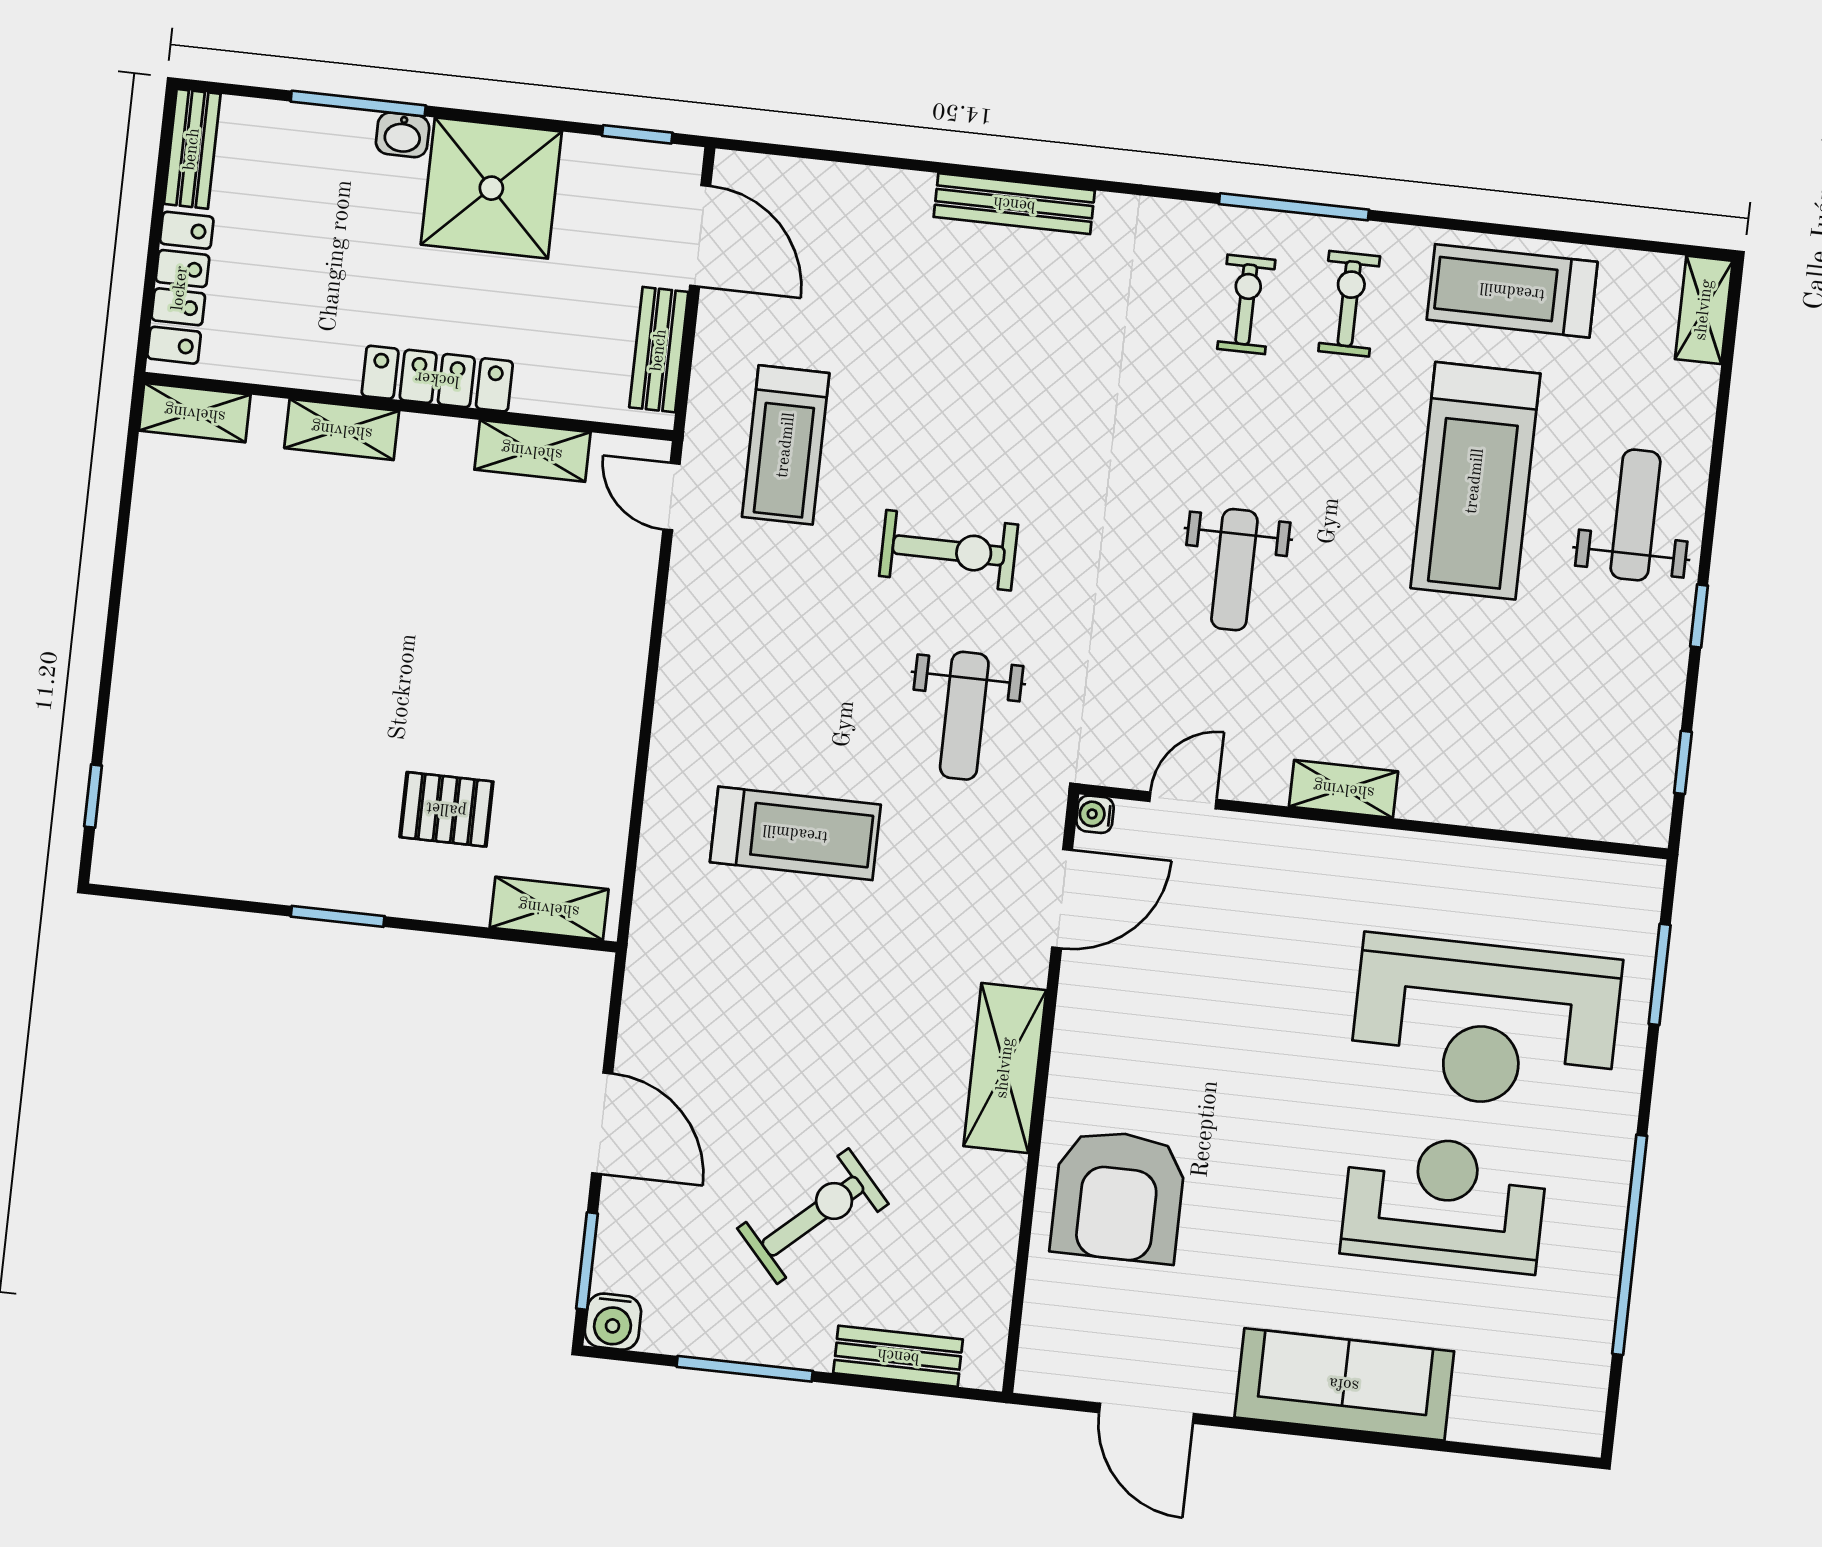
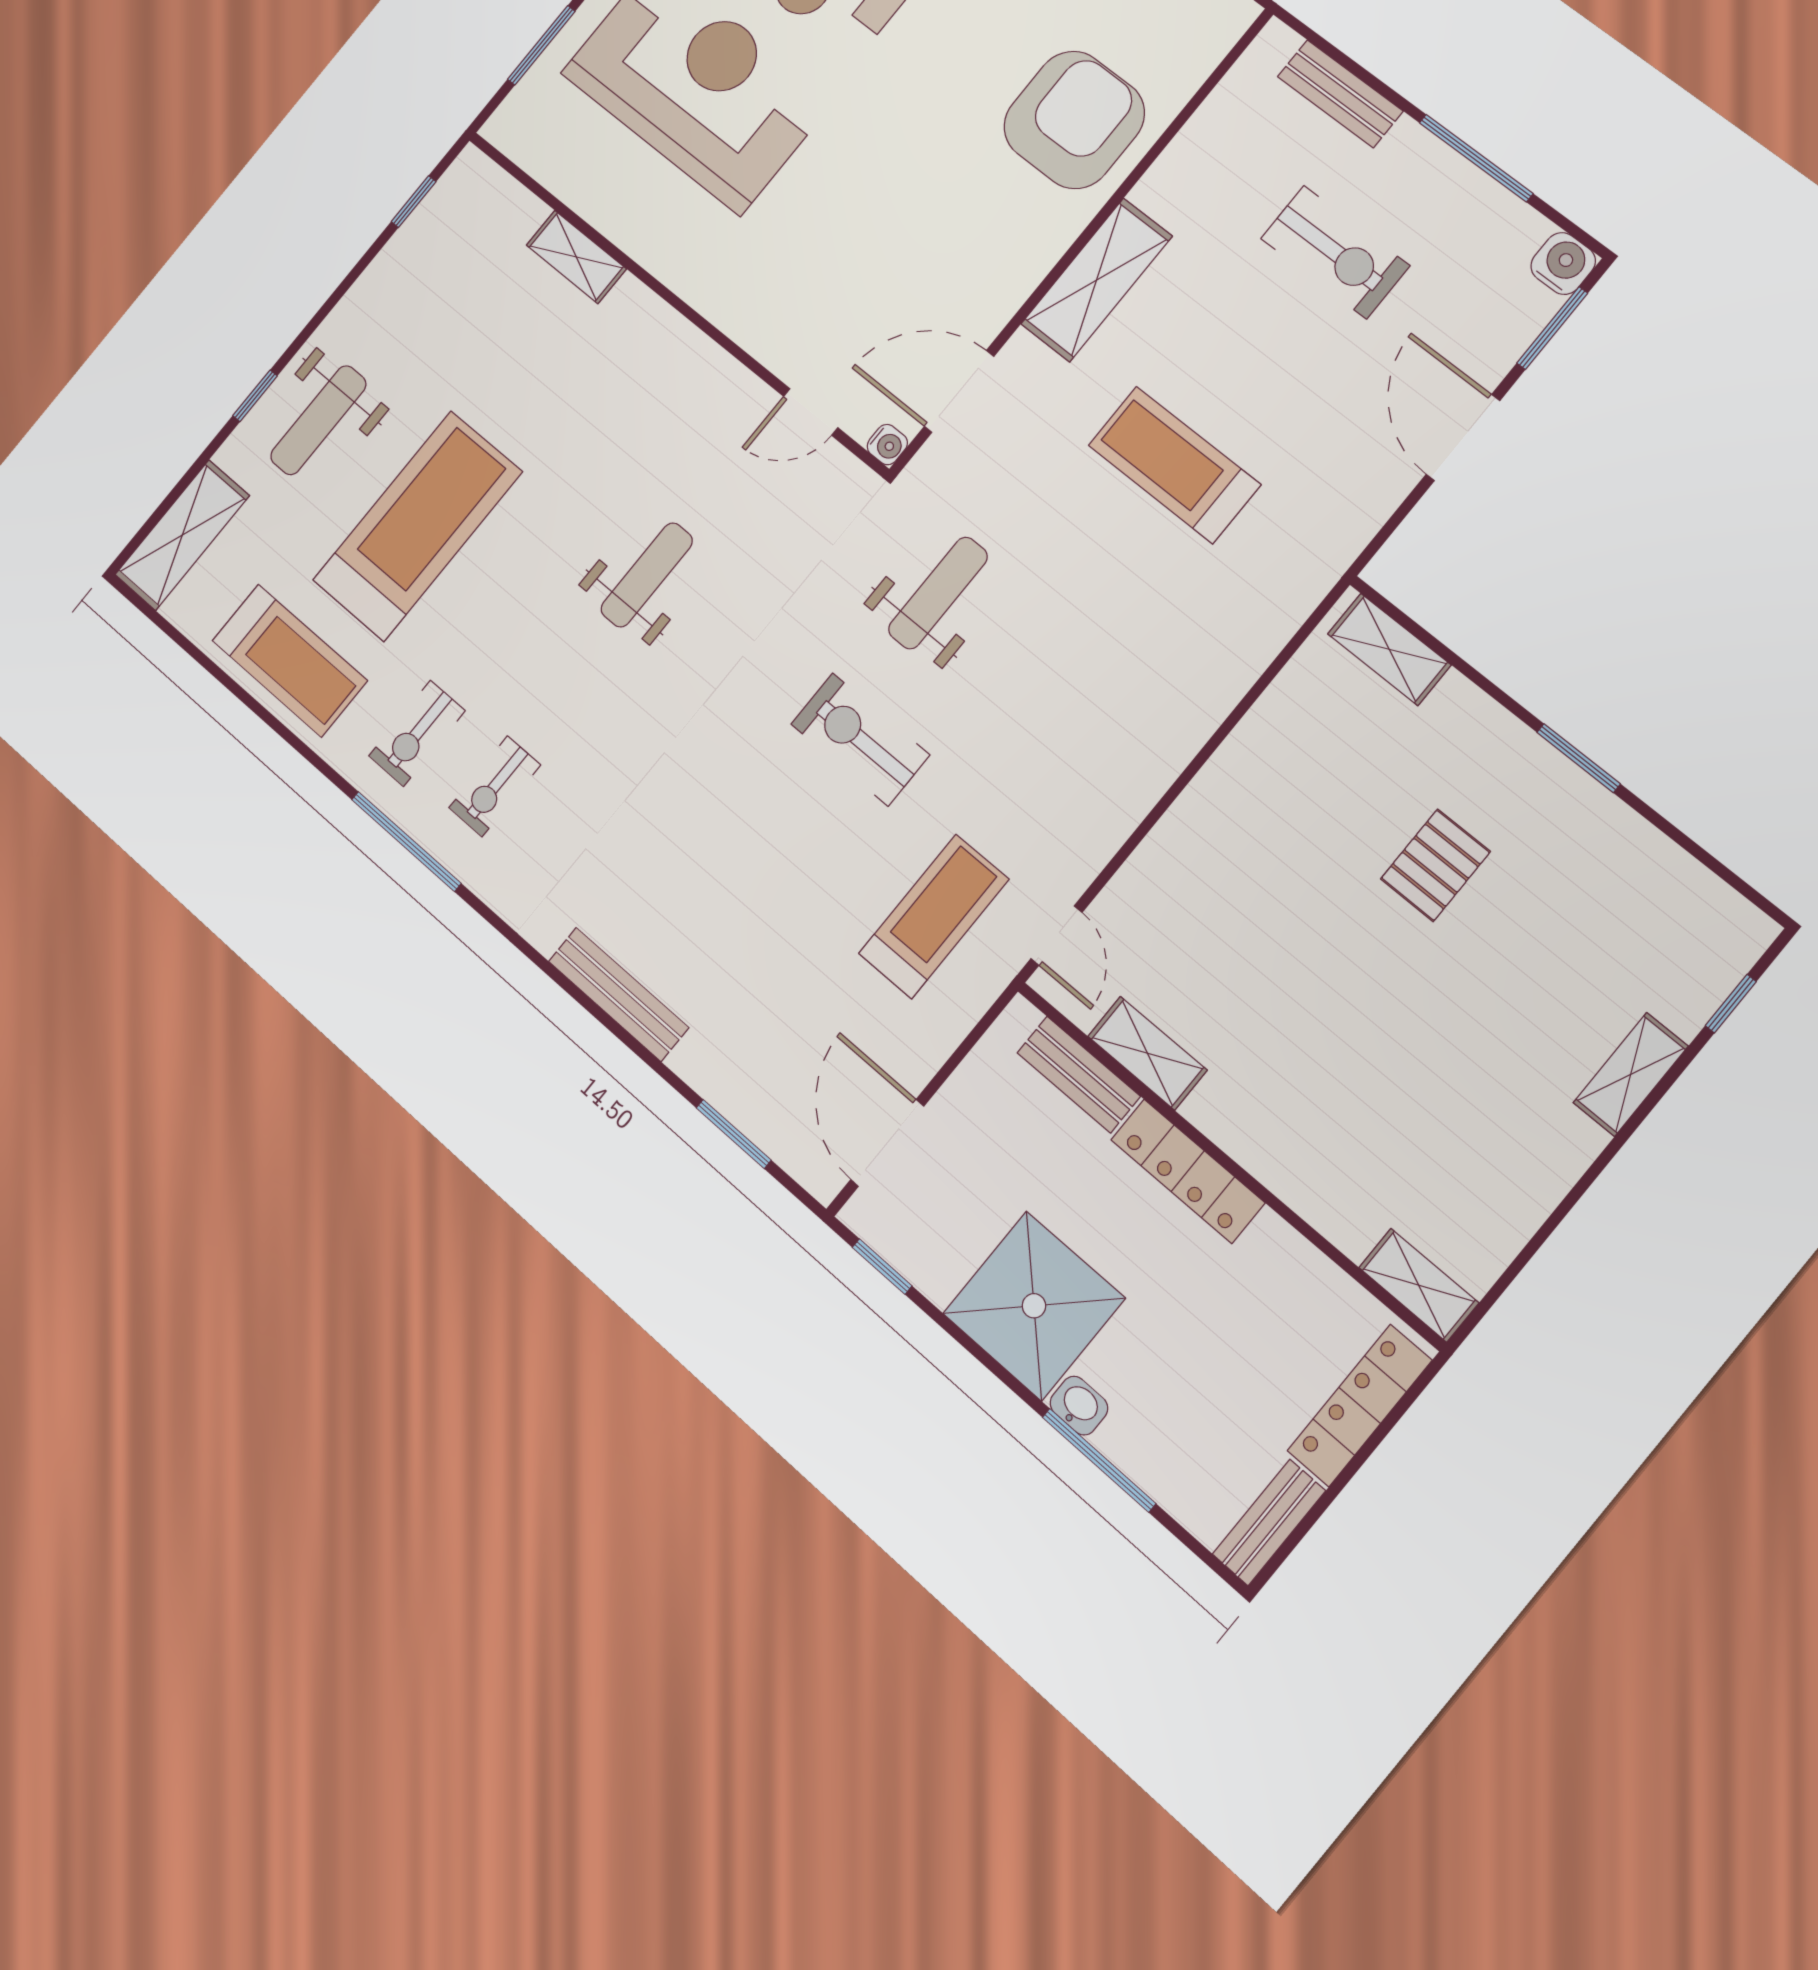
window: (835, 156) -> (734, 1134), added
shelving: (1704, 310) -> (182, 535), width x1.50, depth x1.33
bench: (659, 350) -> (1079, 1074), moved, turned 90
shelving: (342, 430) -> (1631, 1074), moved, turned 90
window: (1699, 616) -> (255, 396), moved
shelving: (1344, 789) -> (576, 257), moved
pallet: (446, 809) -> (1435, 865), moved, turned 90
treadmill: (795, 833) -> (1174, 465), moved
exercise bike: (813, 1216) -> (1335, 252), turned -138

